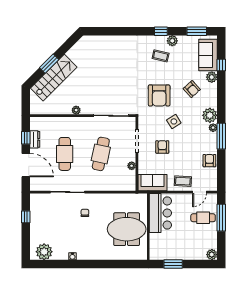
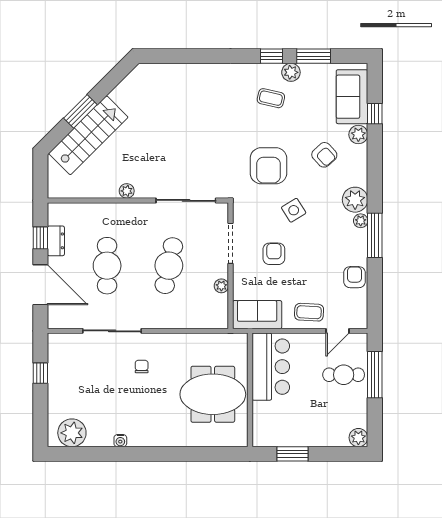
window: (197, 31) -> (314, 56), moved

